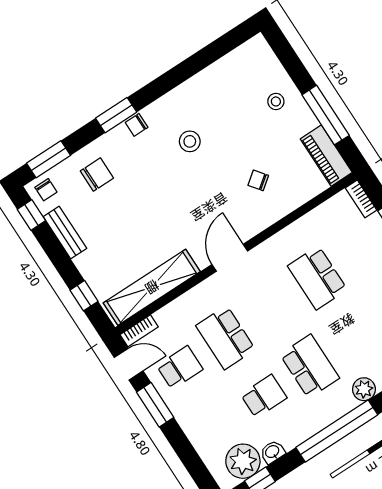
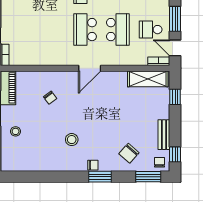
chair: (97, 174) -> (129, 153), turned -49
school desk: (317, 278) -> (85, 30), moved, turned 180
shelving: (152, 287) -> (148, 79), width x0.68

